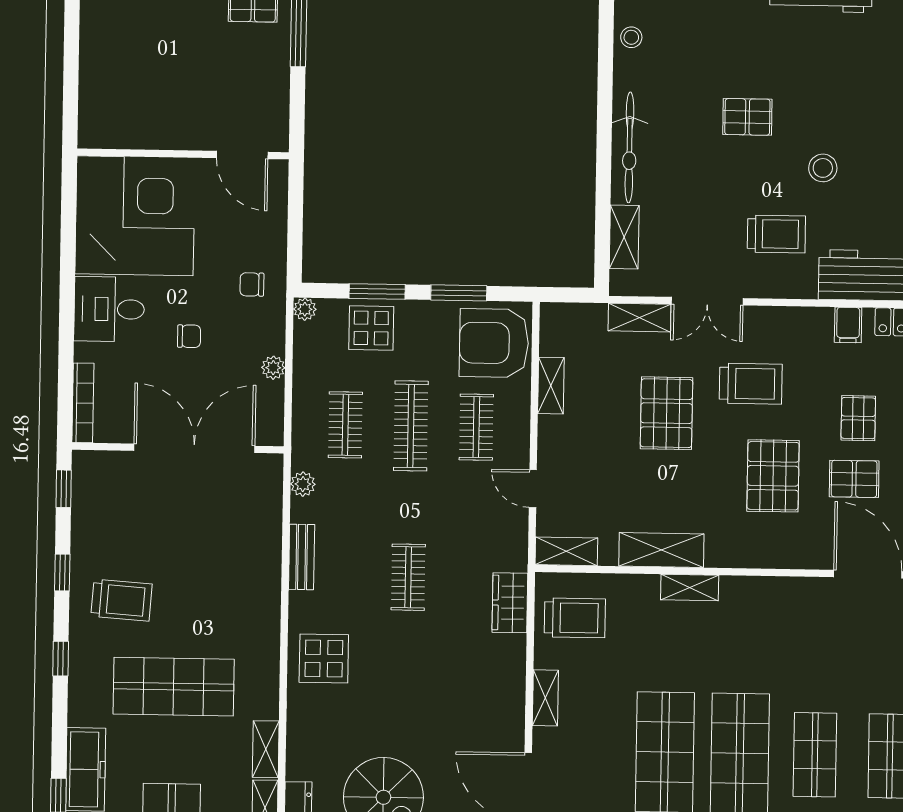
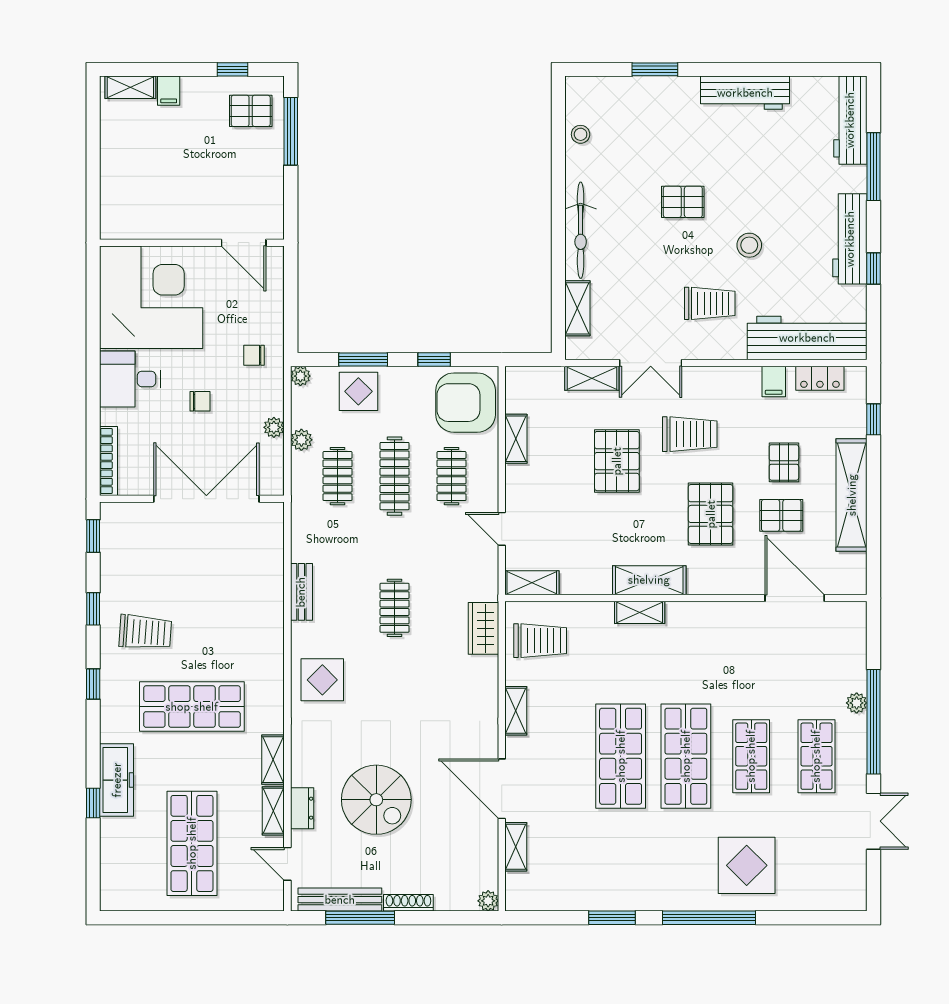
window: (459, 293) -> (434, 360), width x0.67
plant: (303, 484) -> (301, 440), moved
shelving: (661, 550) -> (649, 580), moved

